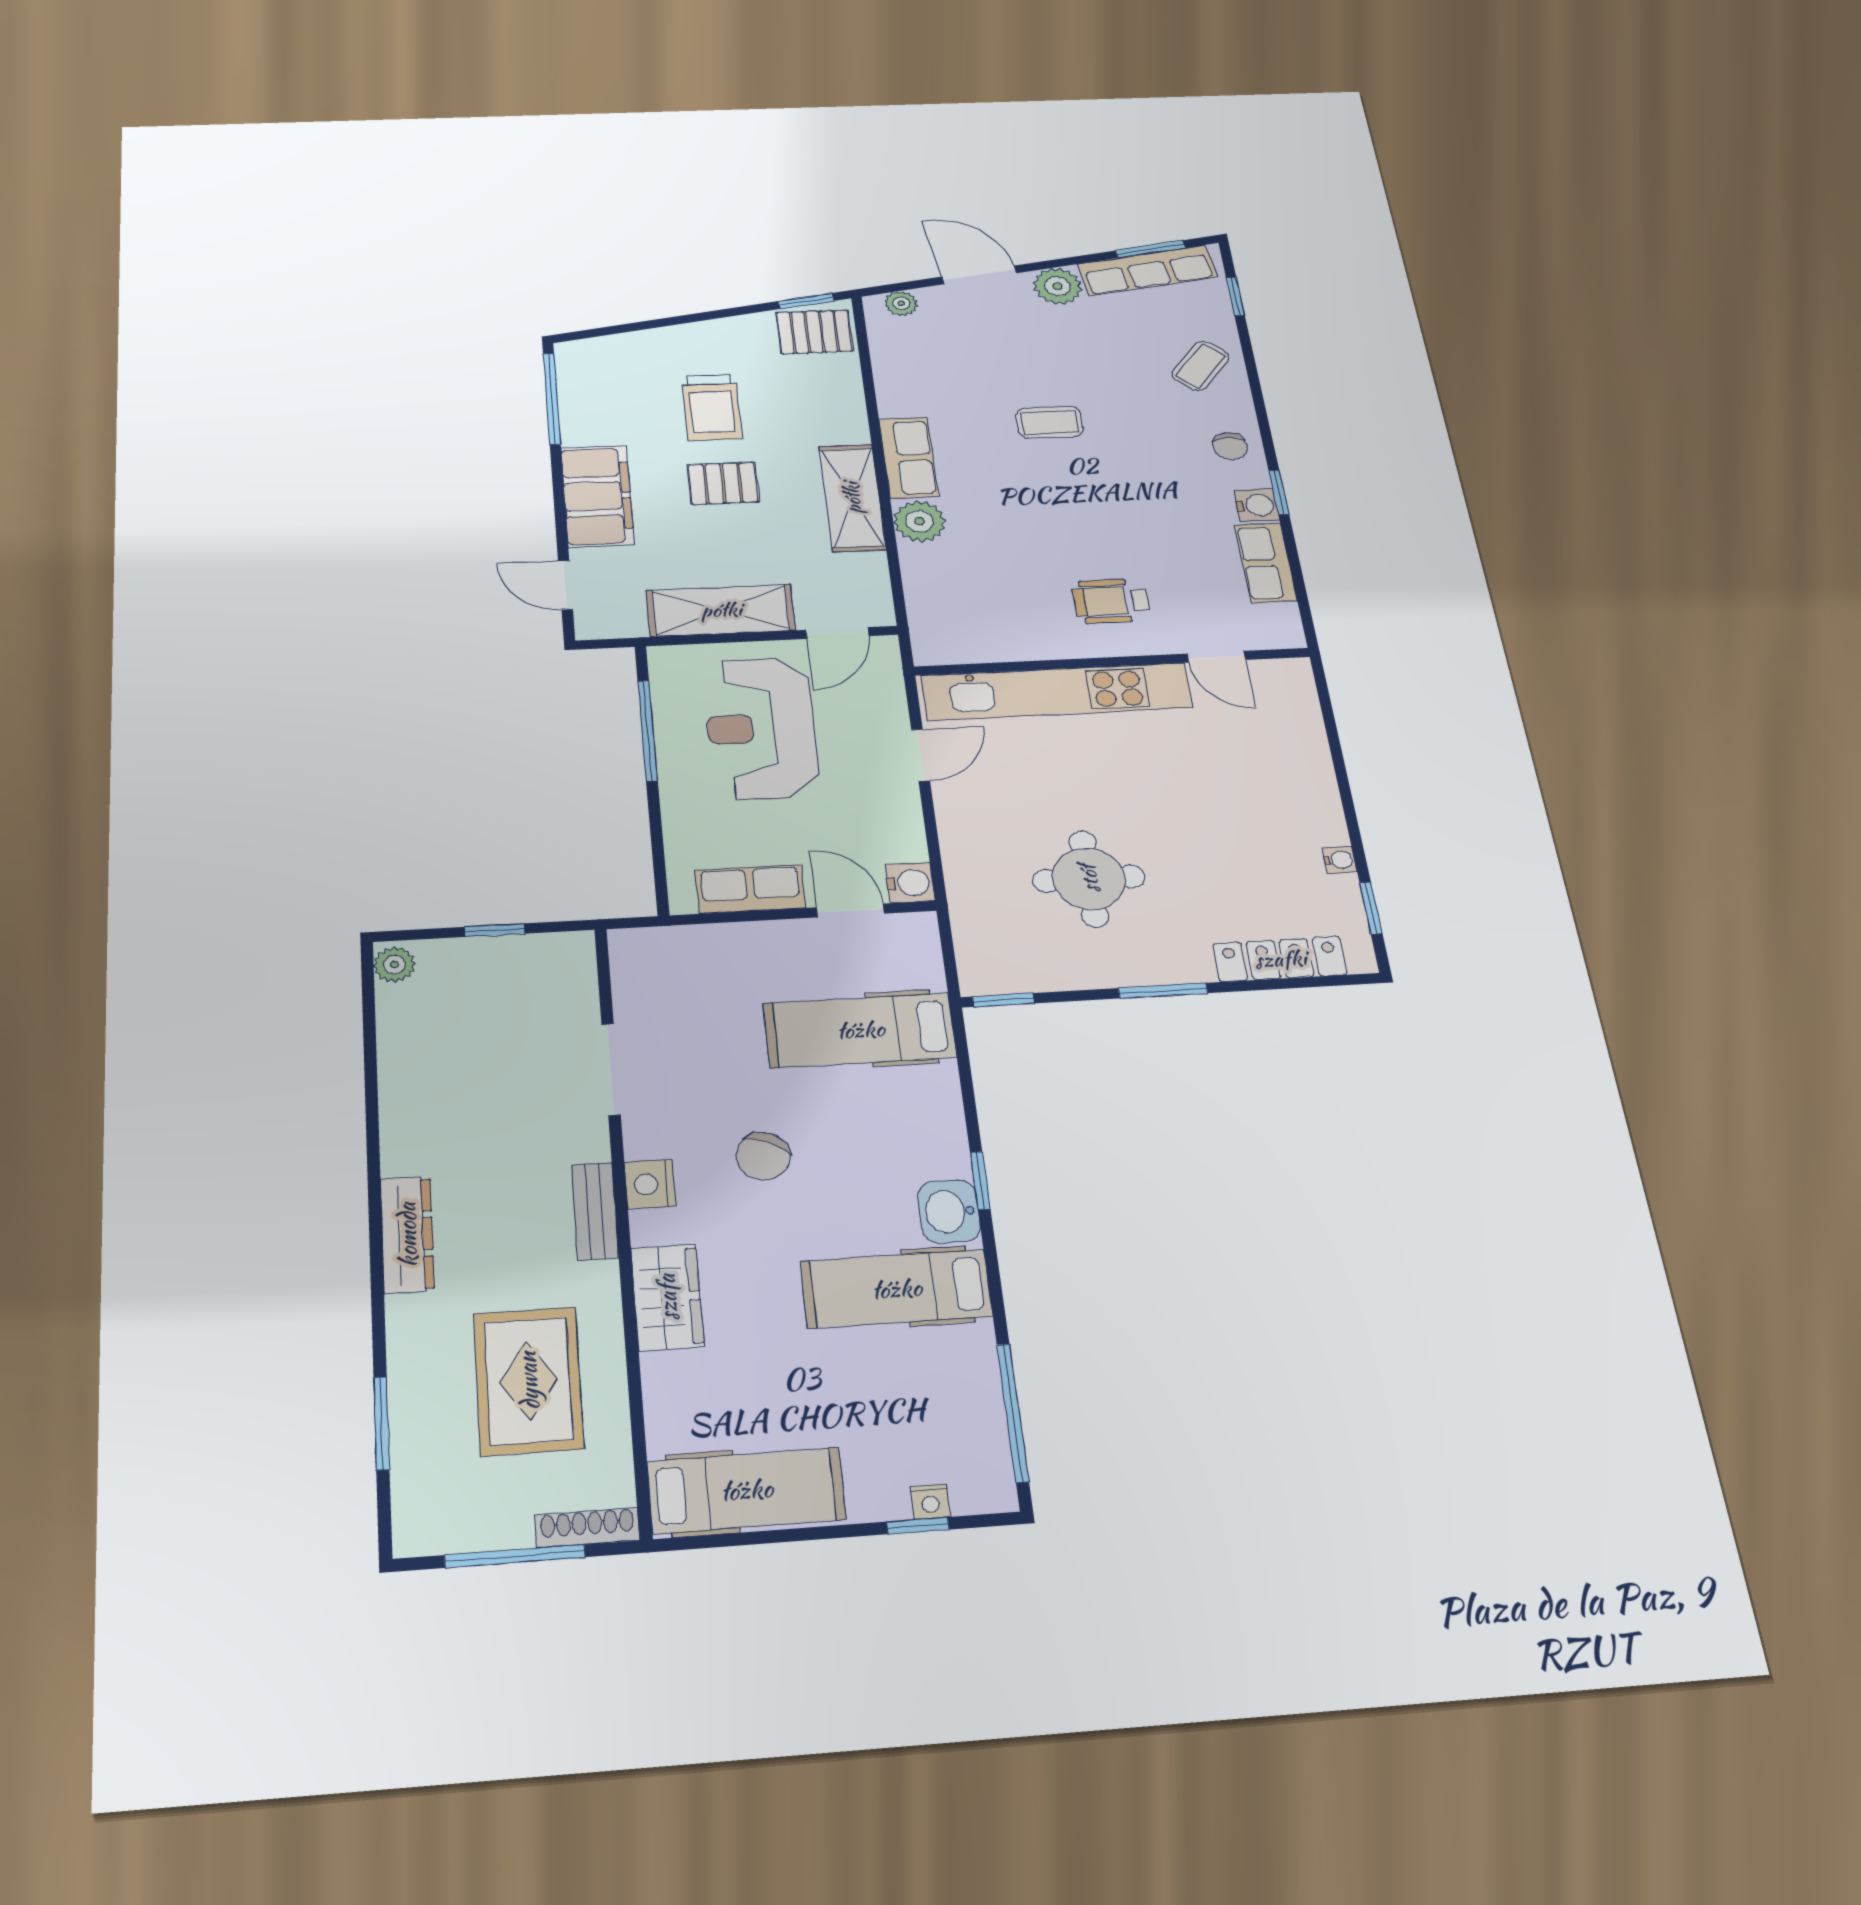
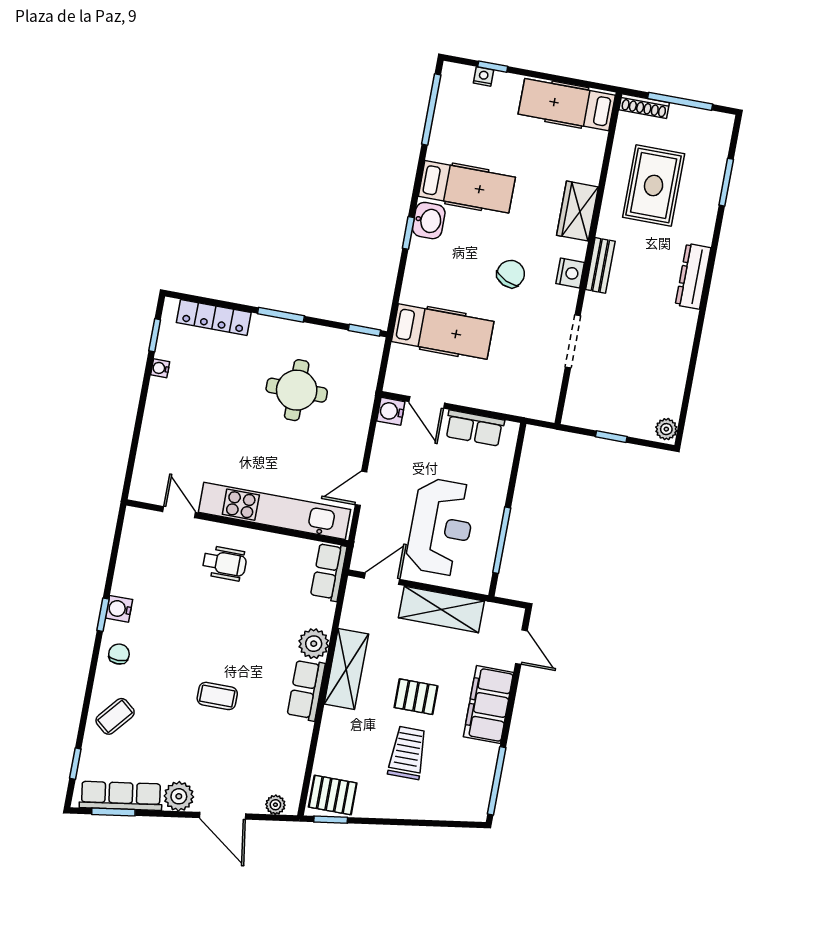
row of seats: (1266, 563) -> (329, 572), moved, turned 180

